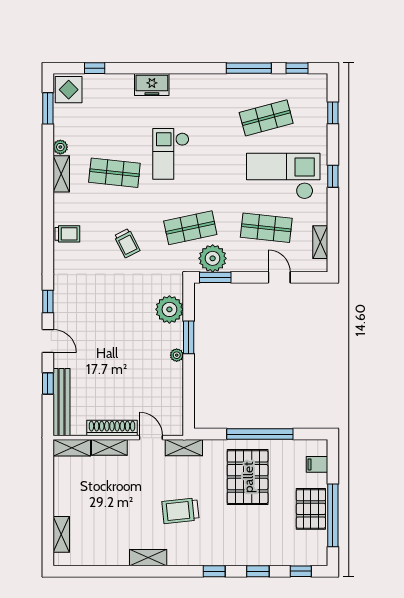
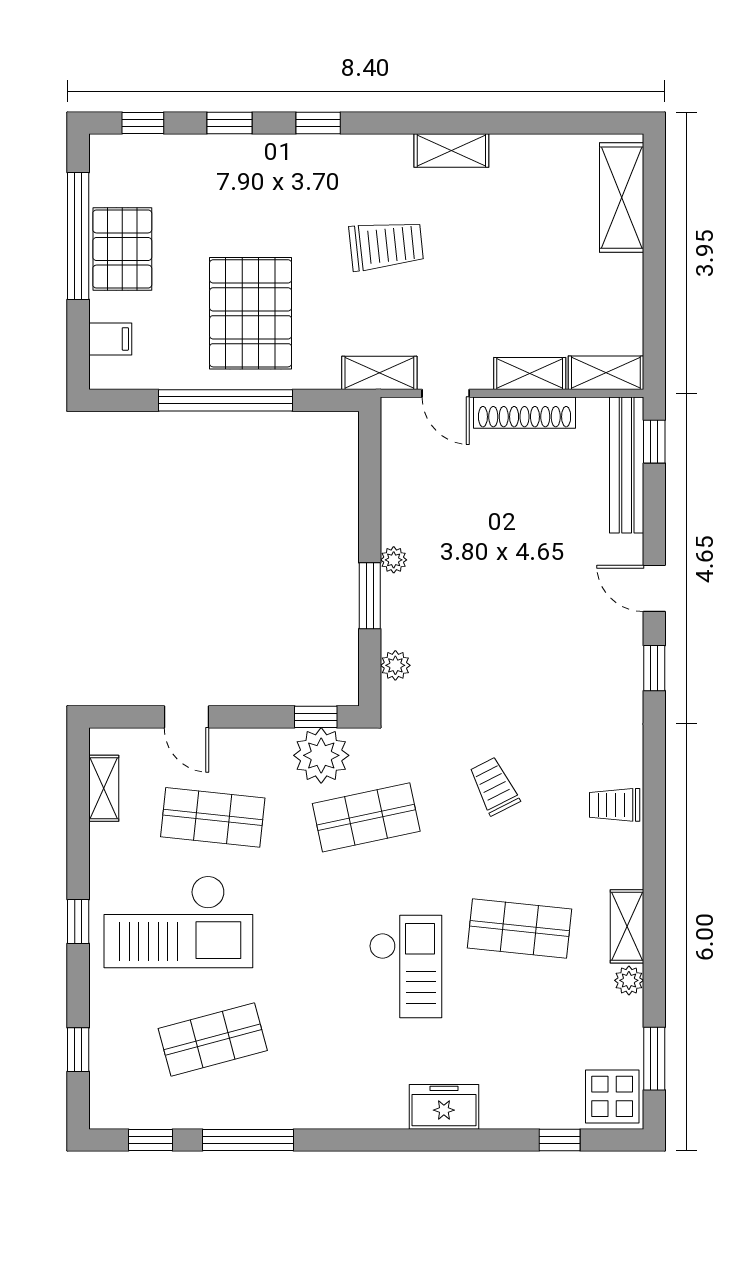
window: (215, 277) -> (316, 717), width x0.67
plant: (169, 309) -> (395, 665), width x0.53, depth x0.53
window: (48, 383) -> (654, 442), moved
shelving: (61, 534) -> (622, 198), width x1.50, depth x1.33

